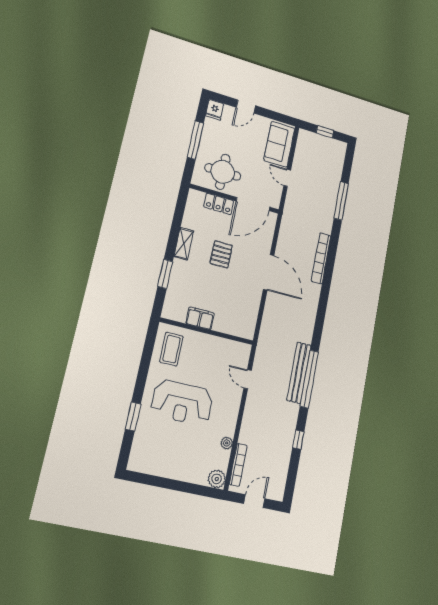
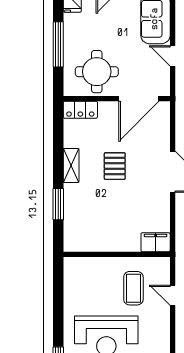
locker: (219, 204) -> (80, 110), moved
filing cabinet: (200, 318) -> (156, 242), moved
coffee table: (171, 349) -> (133, 288), moved

